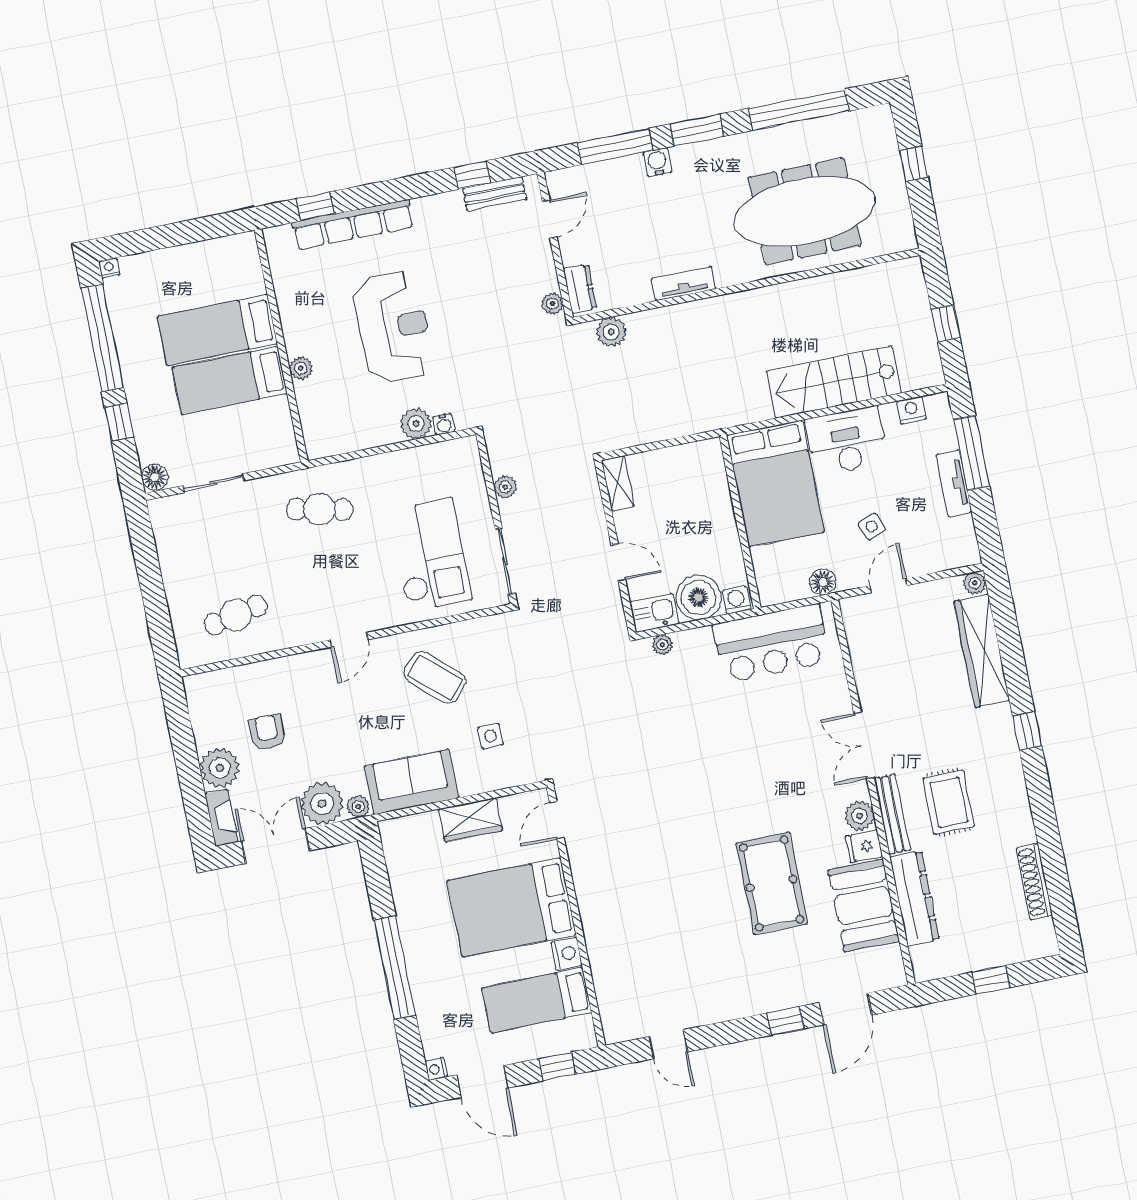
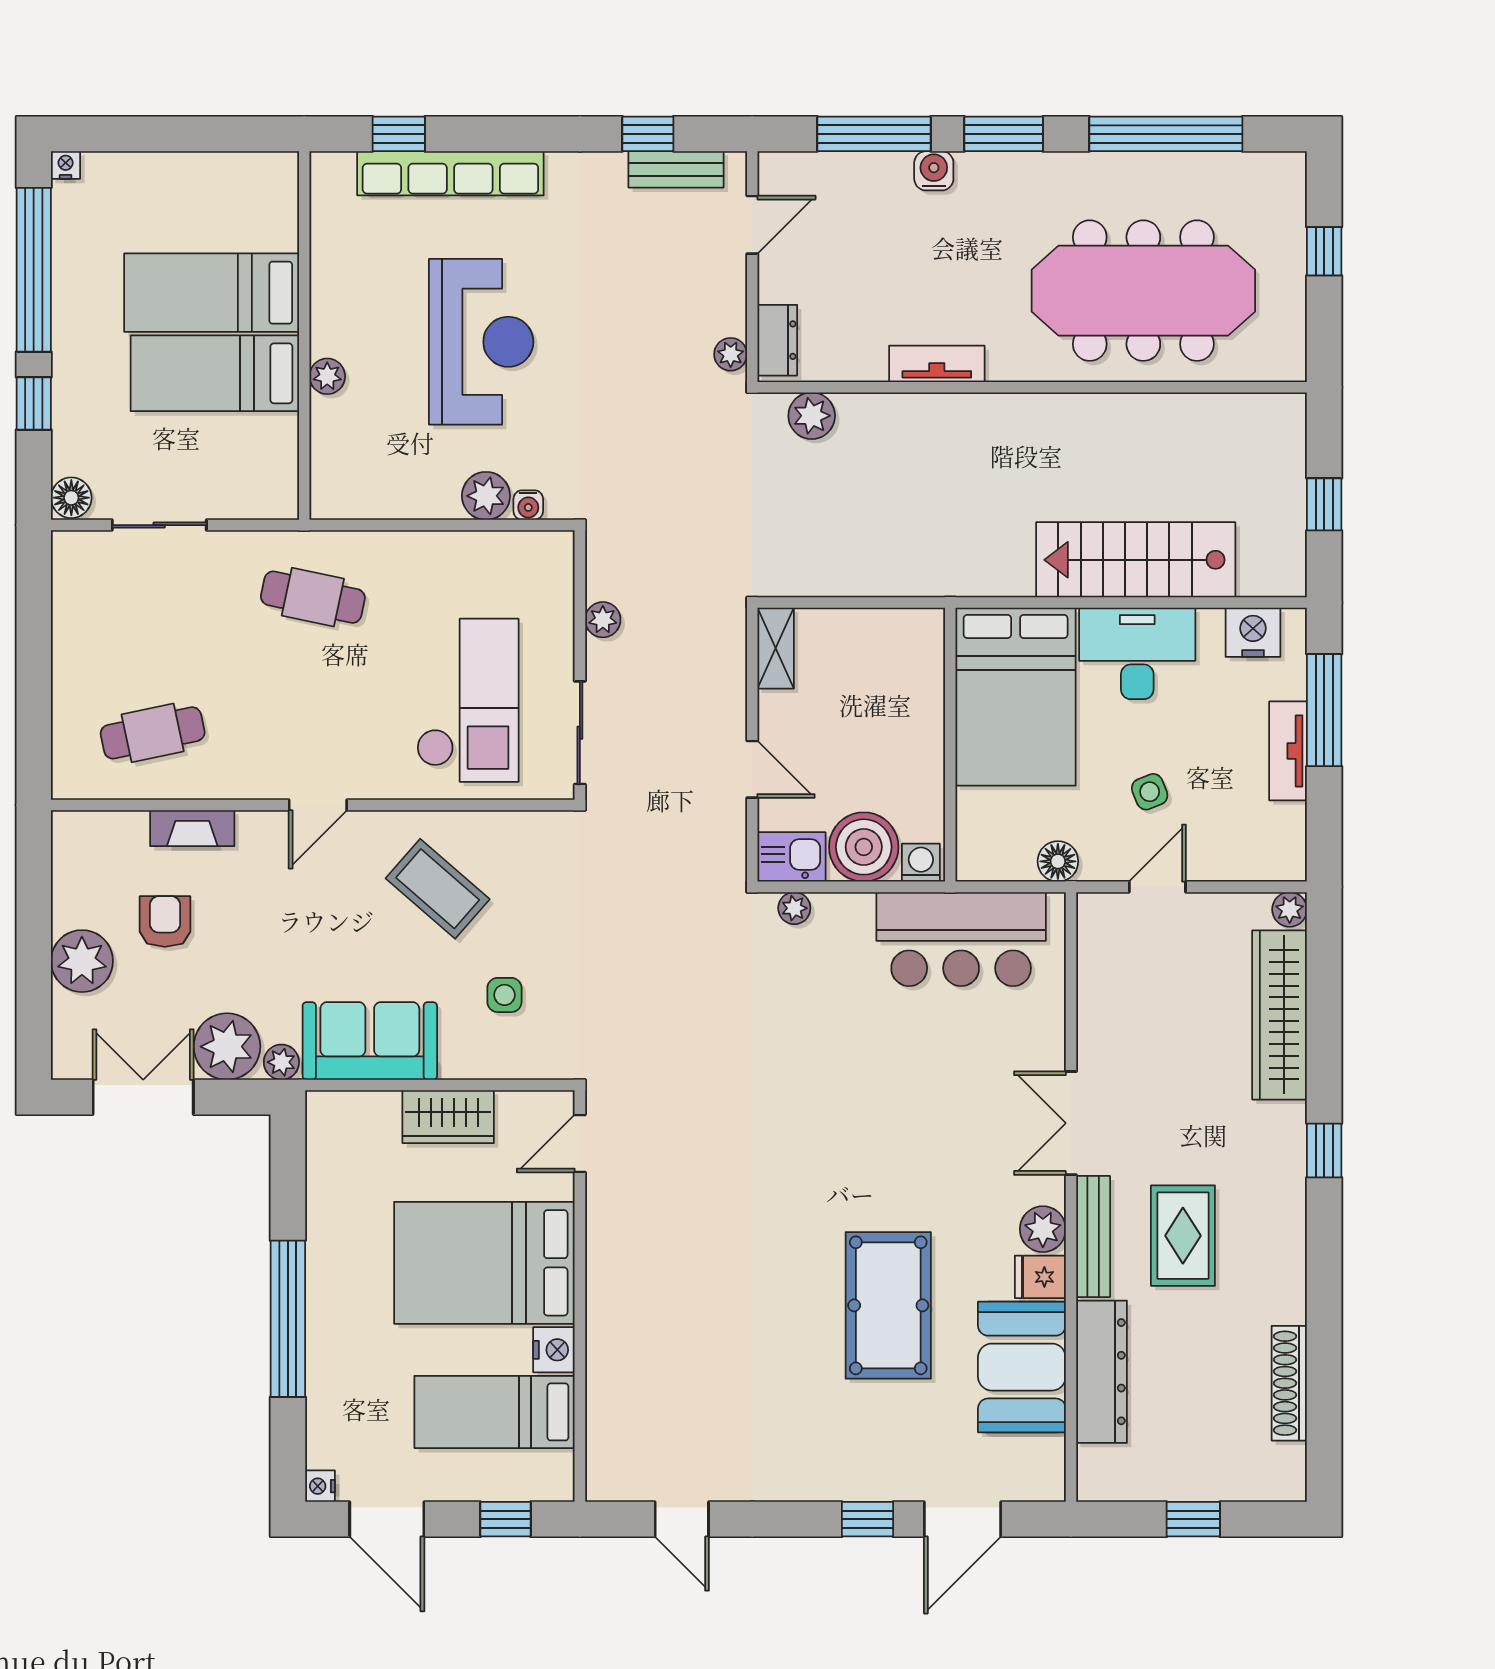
nightstand: (911, 410) -> (1253, 632), width x1.36, depth x1.33
fireplace: (221, 818) -> (192, 828), moved, turned 90

